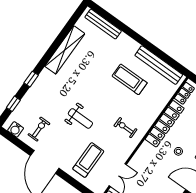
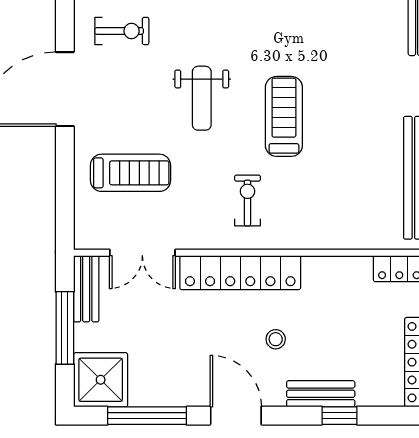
treadmill: (130, 79) -> (284, 116), moved
locker: (165, 124) -> (240, 273), moved

